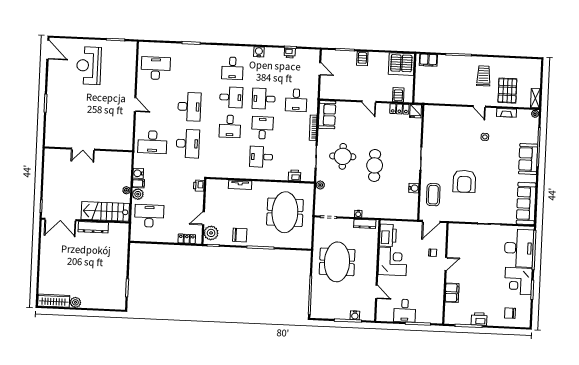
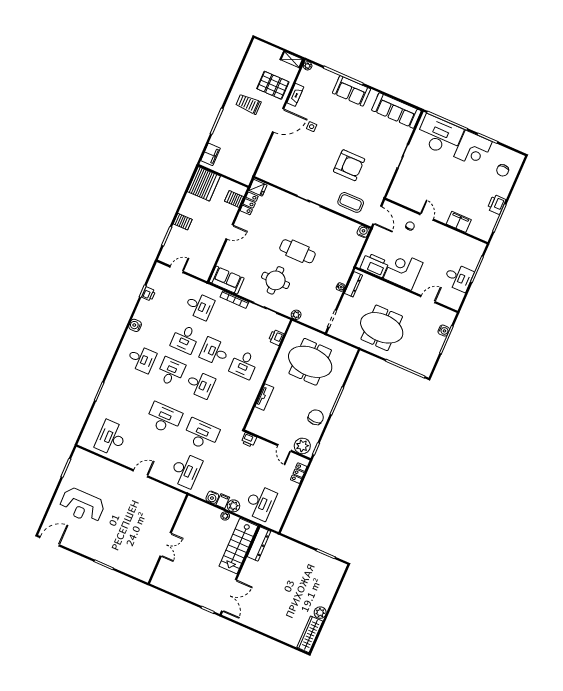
door: (479, 106) -> (278, 120), width x1.87
water cooler: (414, 188) -> (363, 232), moved
desk: (149, 216) -> (260, 503), turned 180
dresser: (93, 227) -> (259, 544), moved

